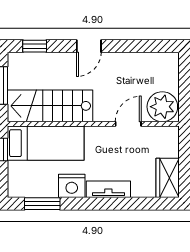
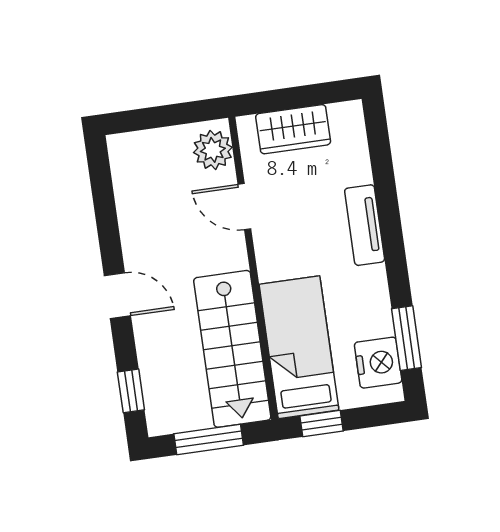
plant: (162, 107) -> (213, 150), width x0.73, depth x0.73
wardrobe: (168, 178) -> (293, 129), moved
nightstand: (72, 186) -> (378, 363), moved

